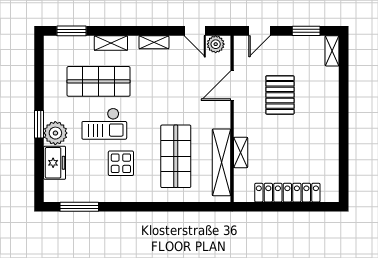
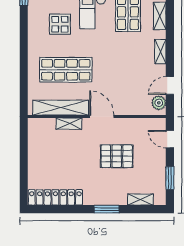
shelving: (332, 51) -> (140, 199), moved
door: (232, 86) -> (102, 117), moved
window: (344, 107) -> (107, 209), added
locker: (287, 193) -> (55, 197), moved, turned -90

